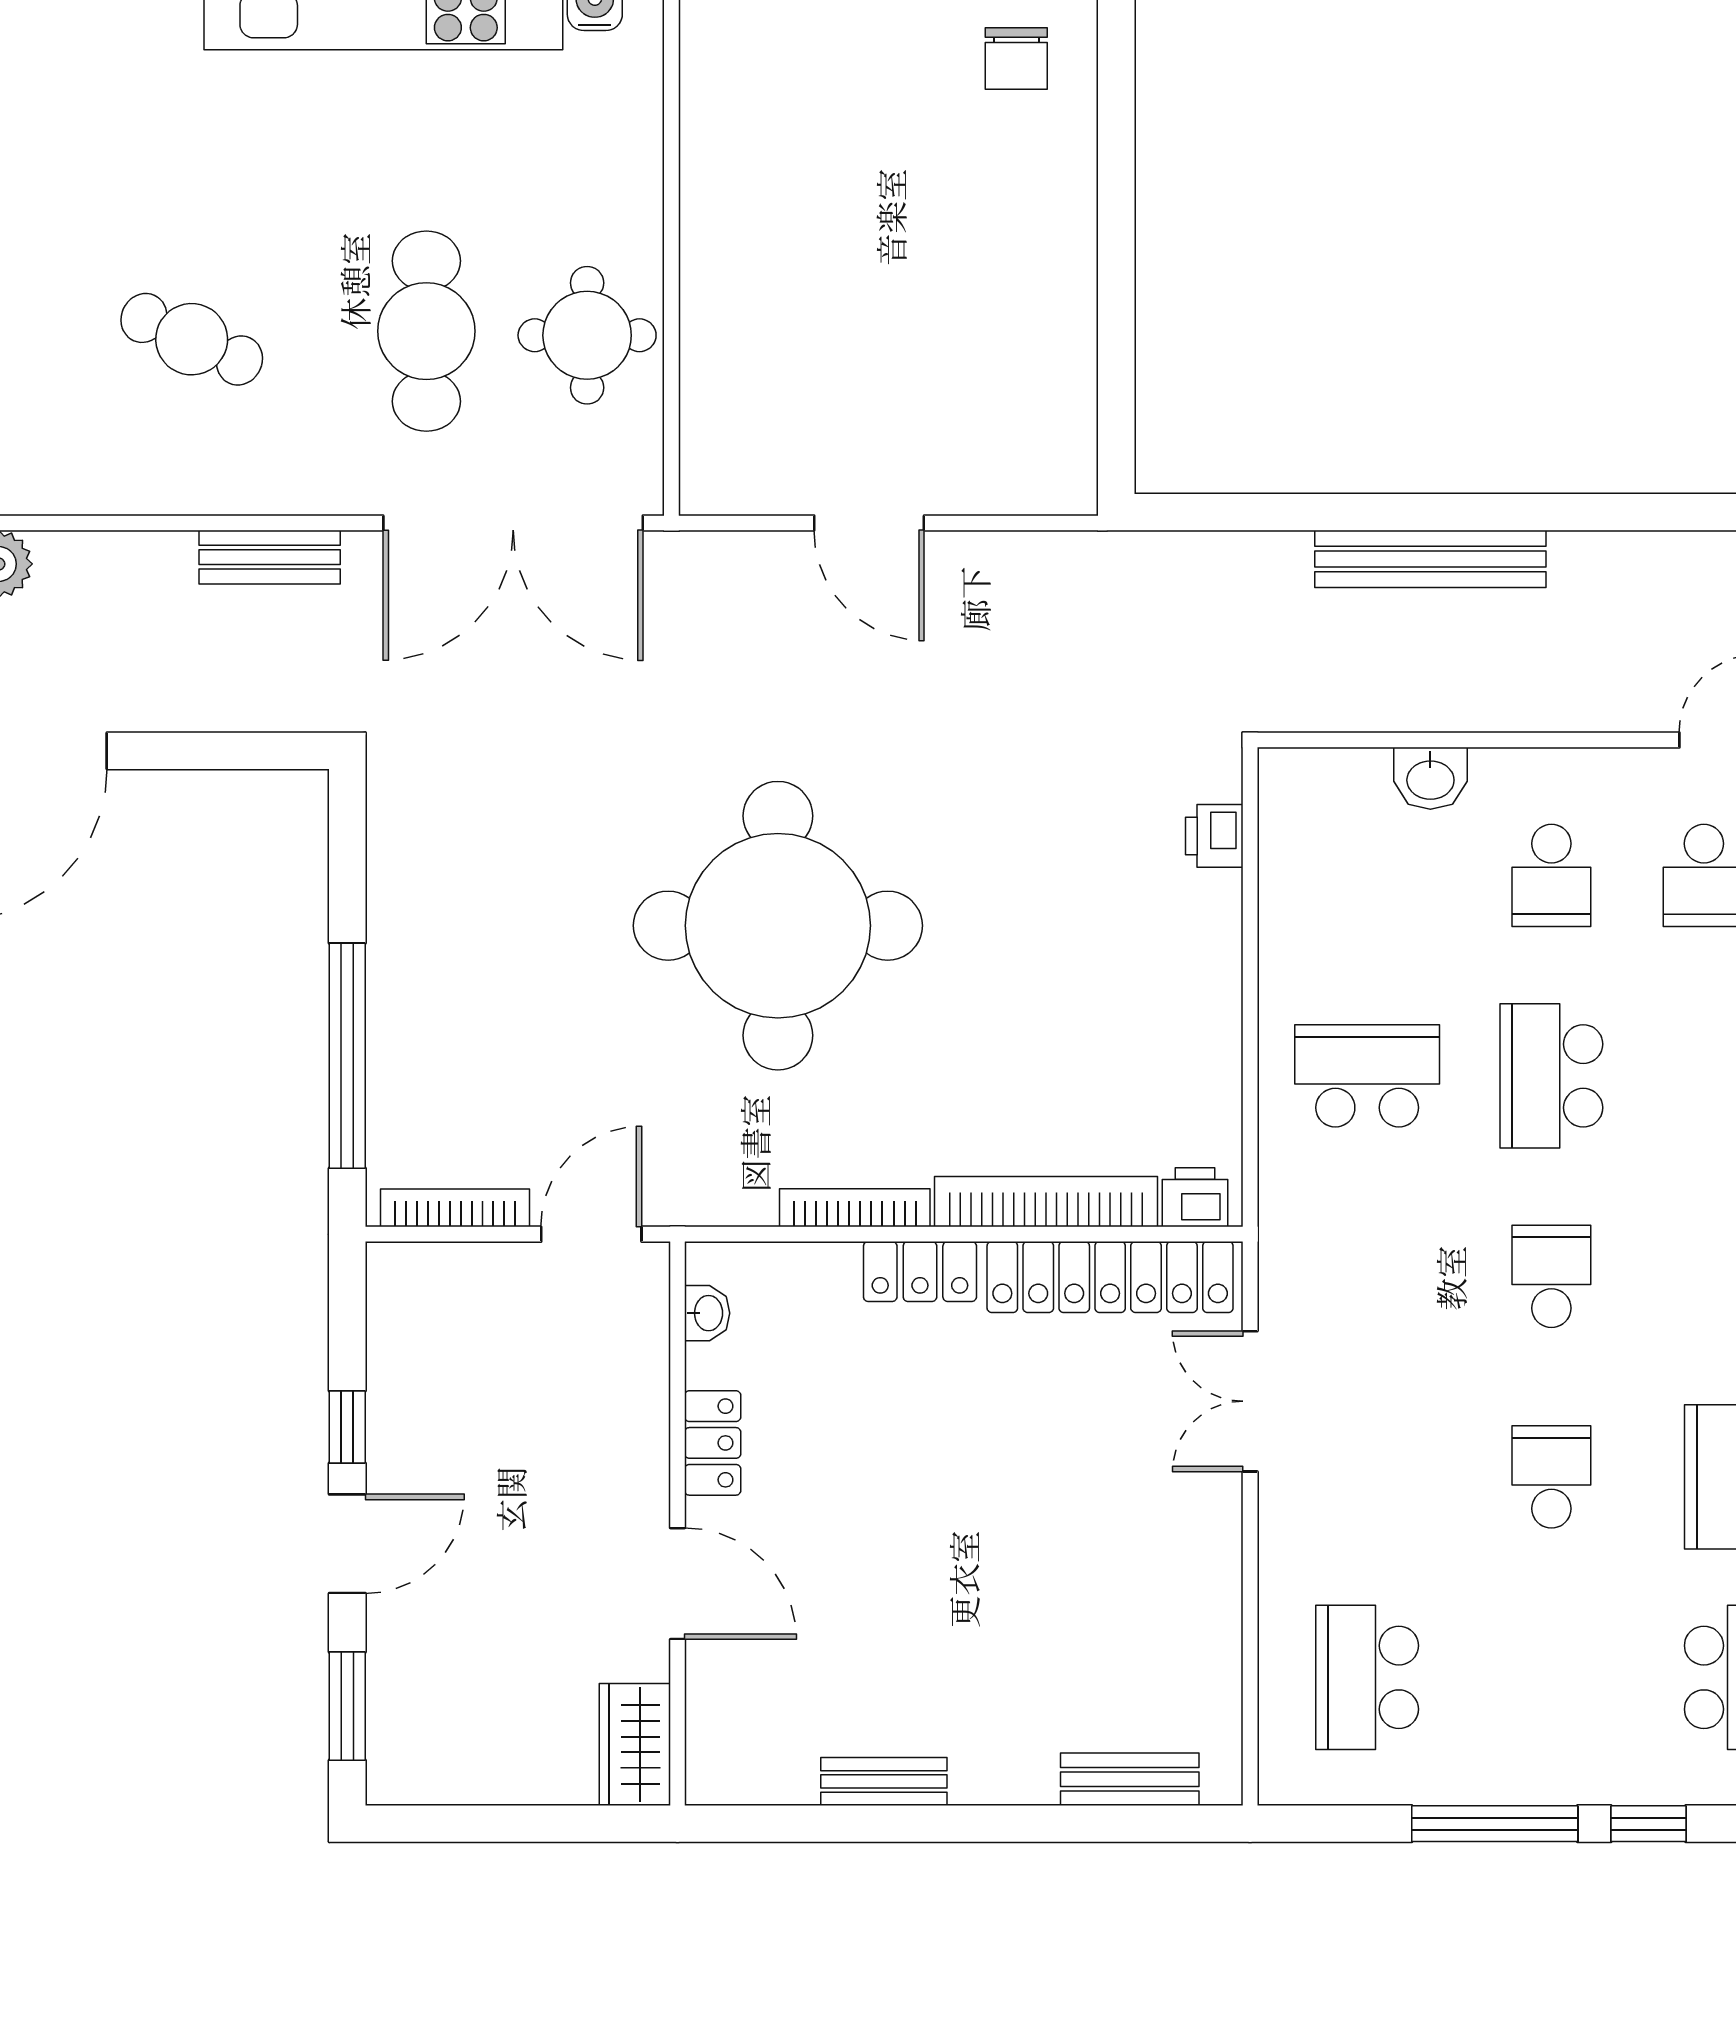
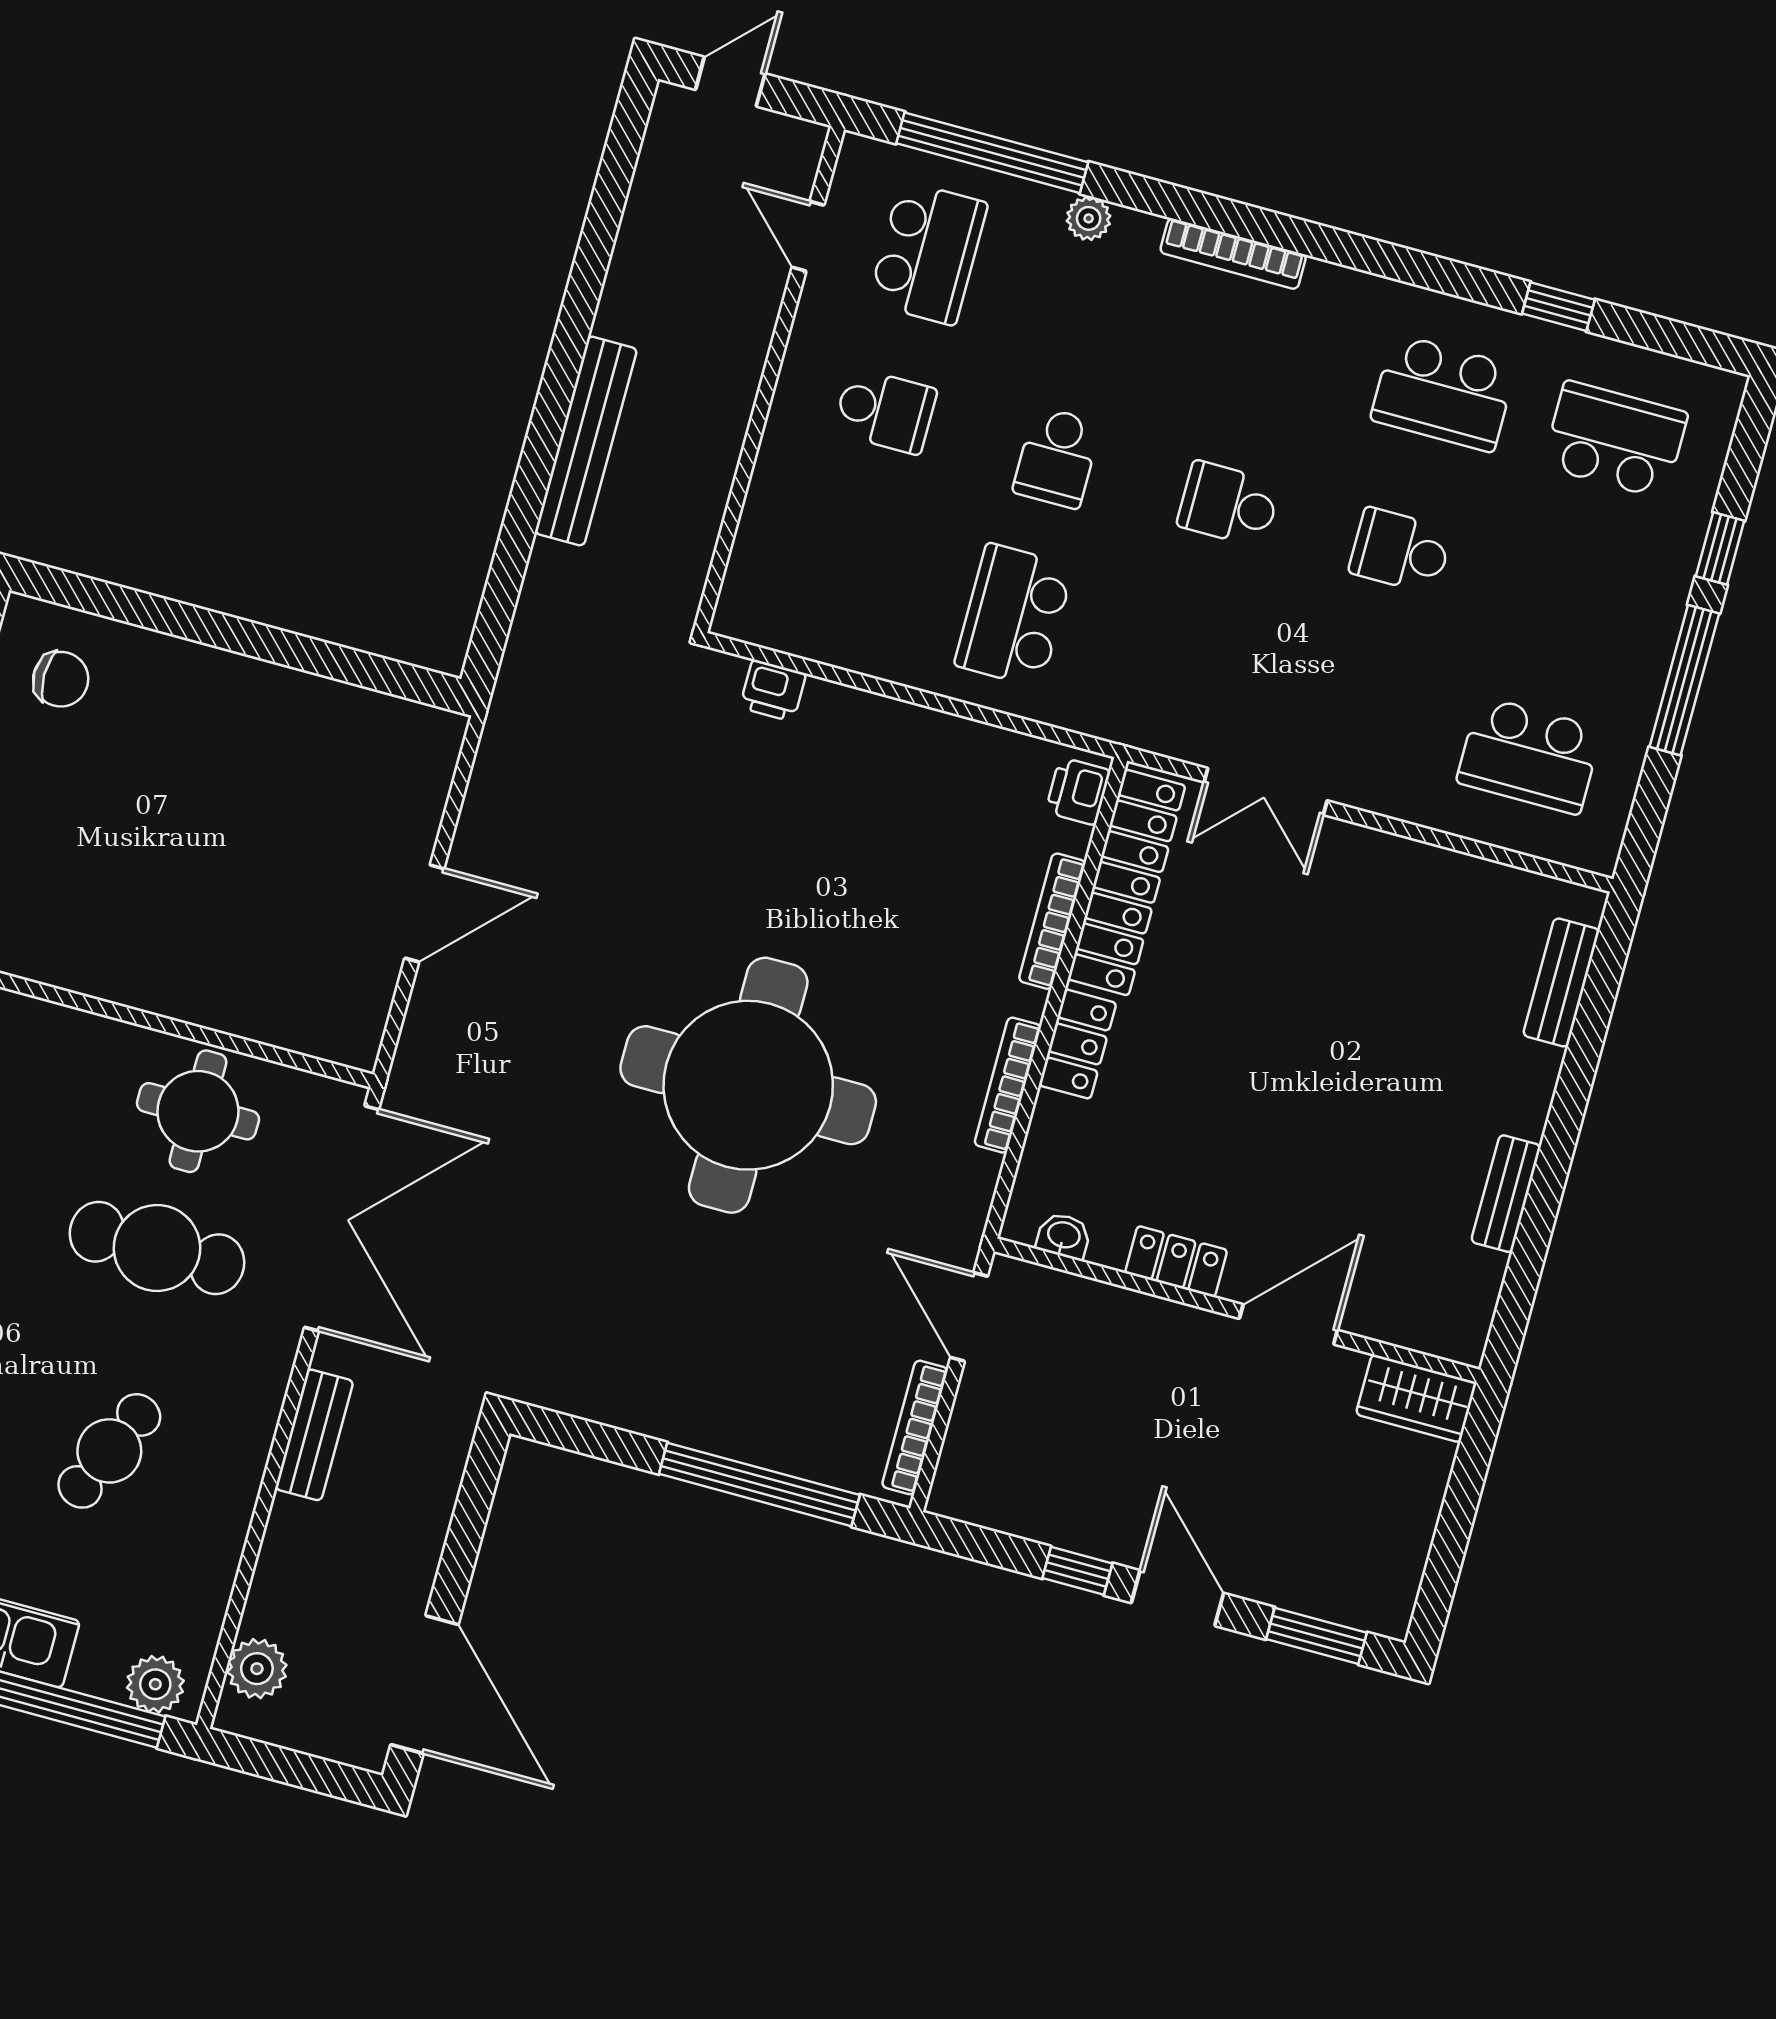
washbasin: (1430, 778) -> (774, 492), removed
school desk: (1551, 1076) -> (1057, 458), width x0.54
bookcase: (1046, 1202) -> (1052, 921), width x0.68, depth x0.76

